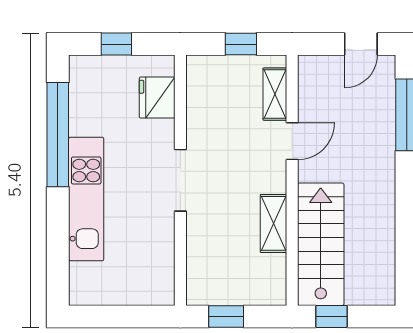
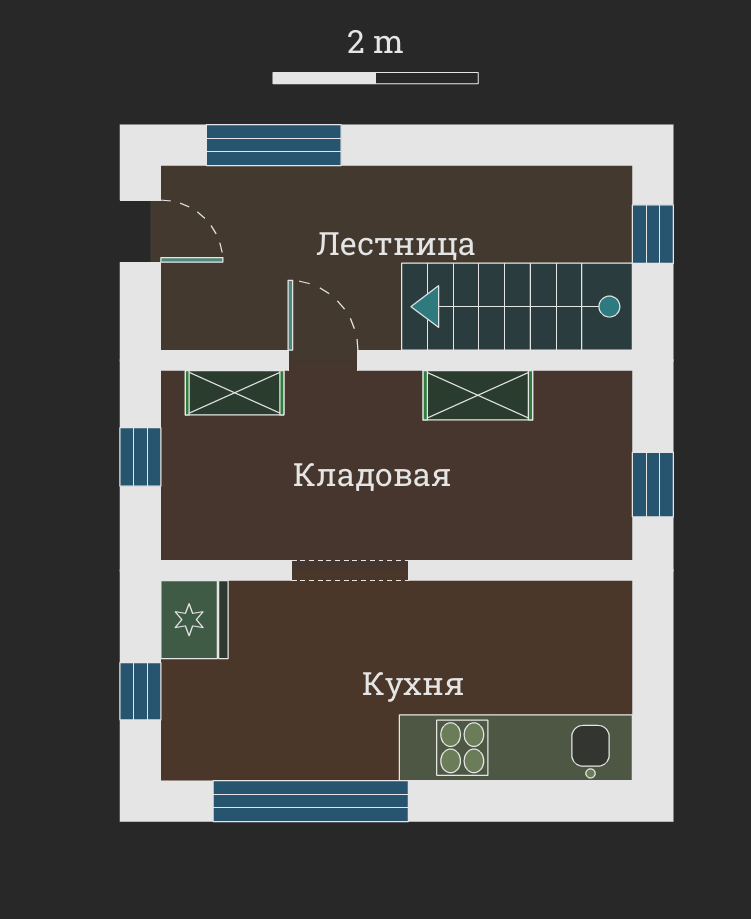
fridge: (157, 98) -> (194, 620), moved, turned -90
doorway: (180, 180) -> (350, 570), moved
kitchen unit: (86, 199) -> (516, 748), moved
window: (331, 317) -> (653, 234), moved

